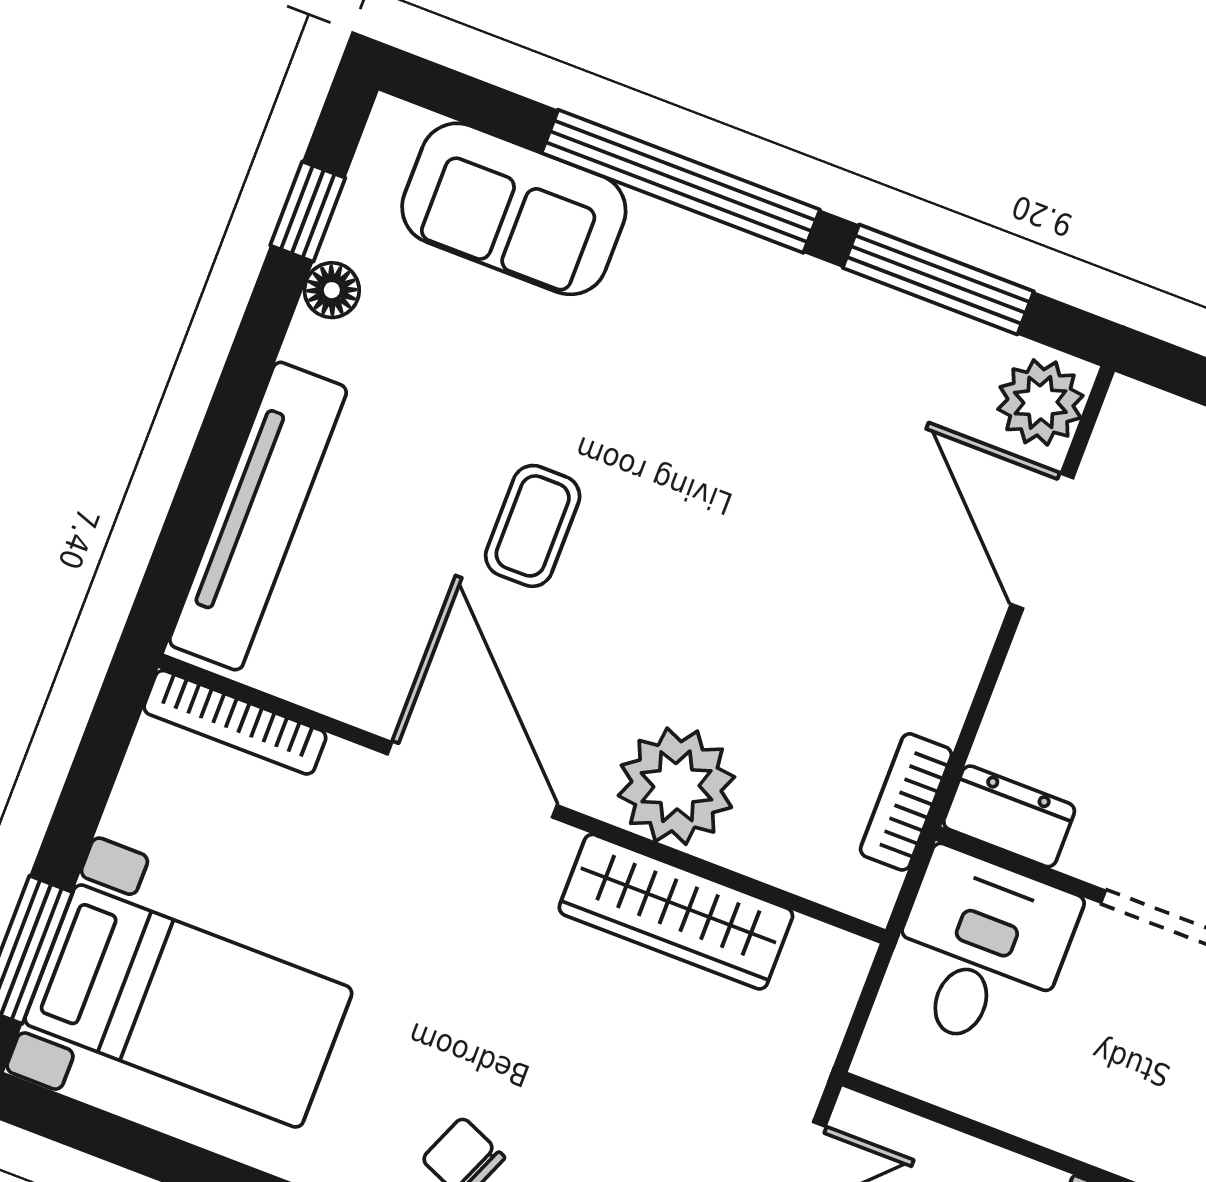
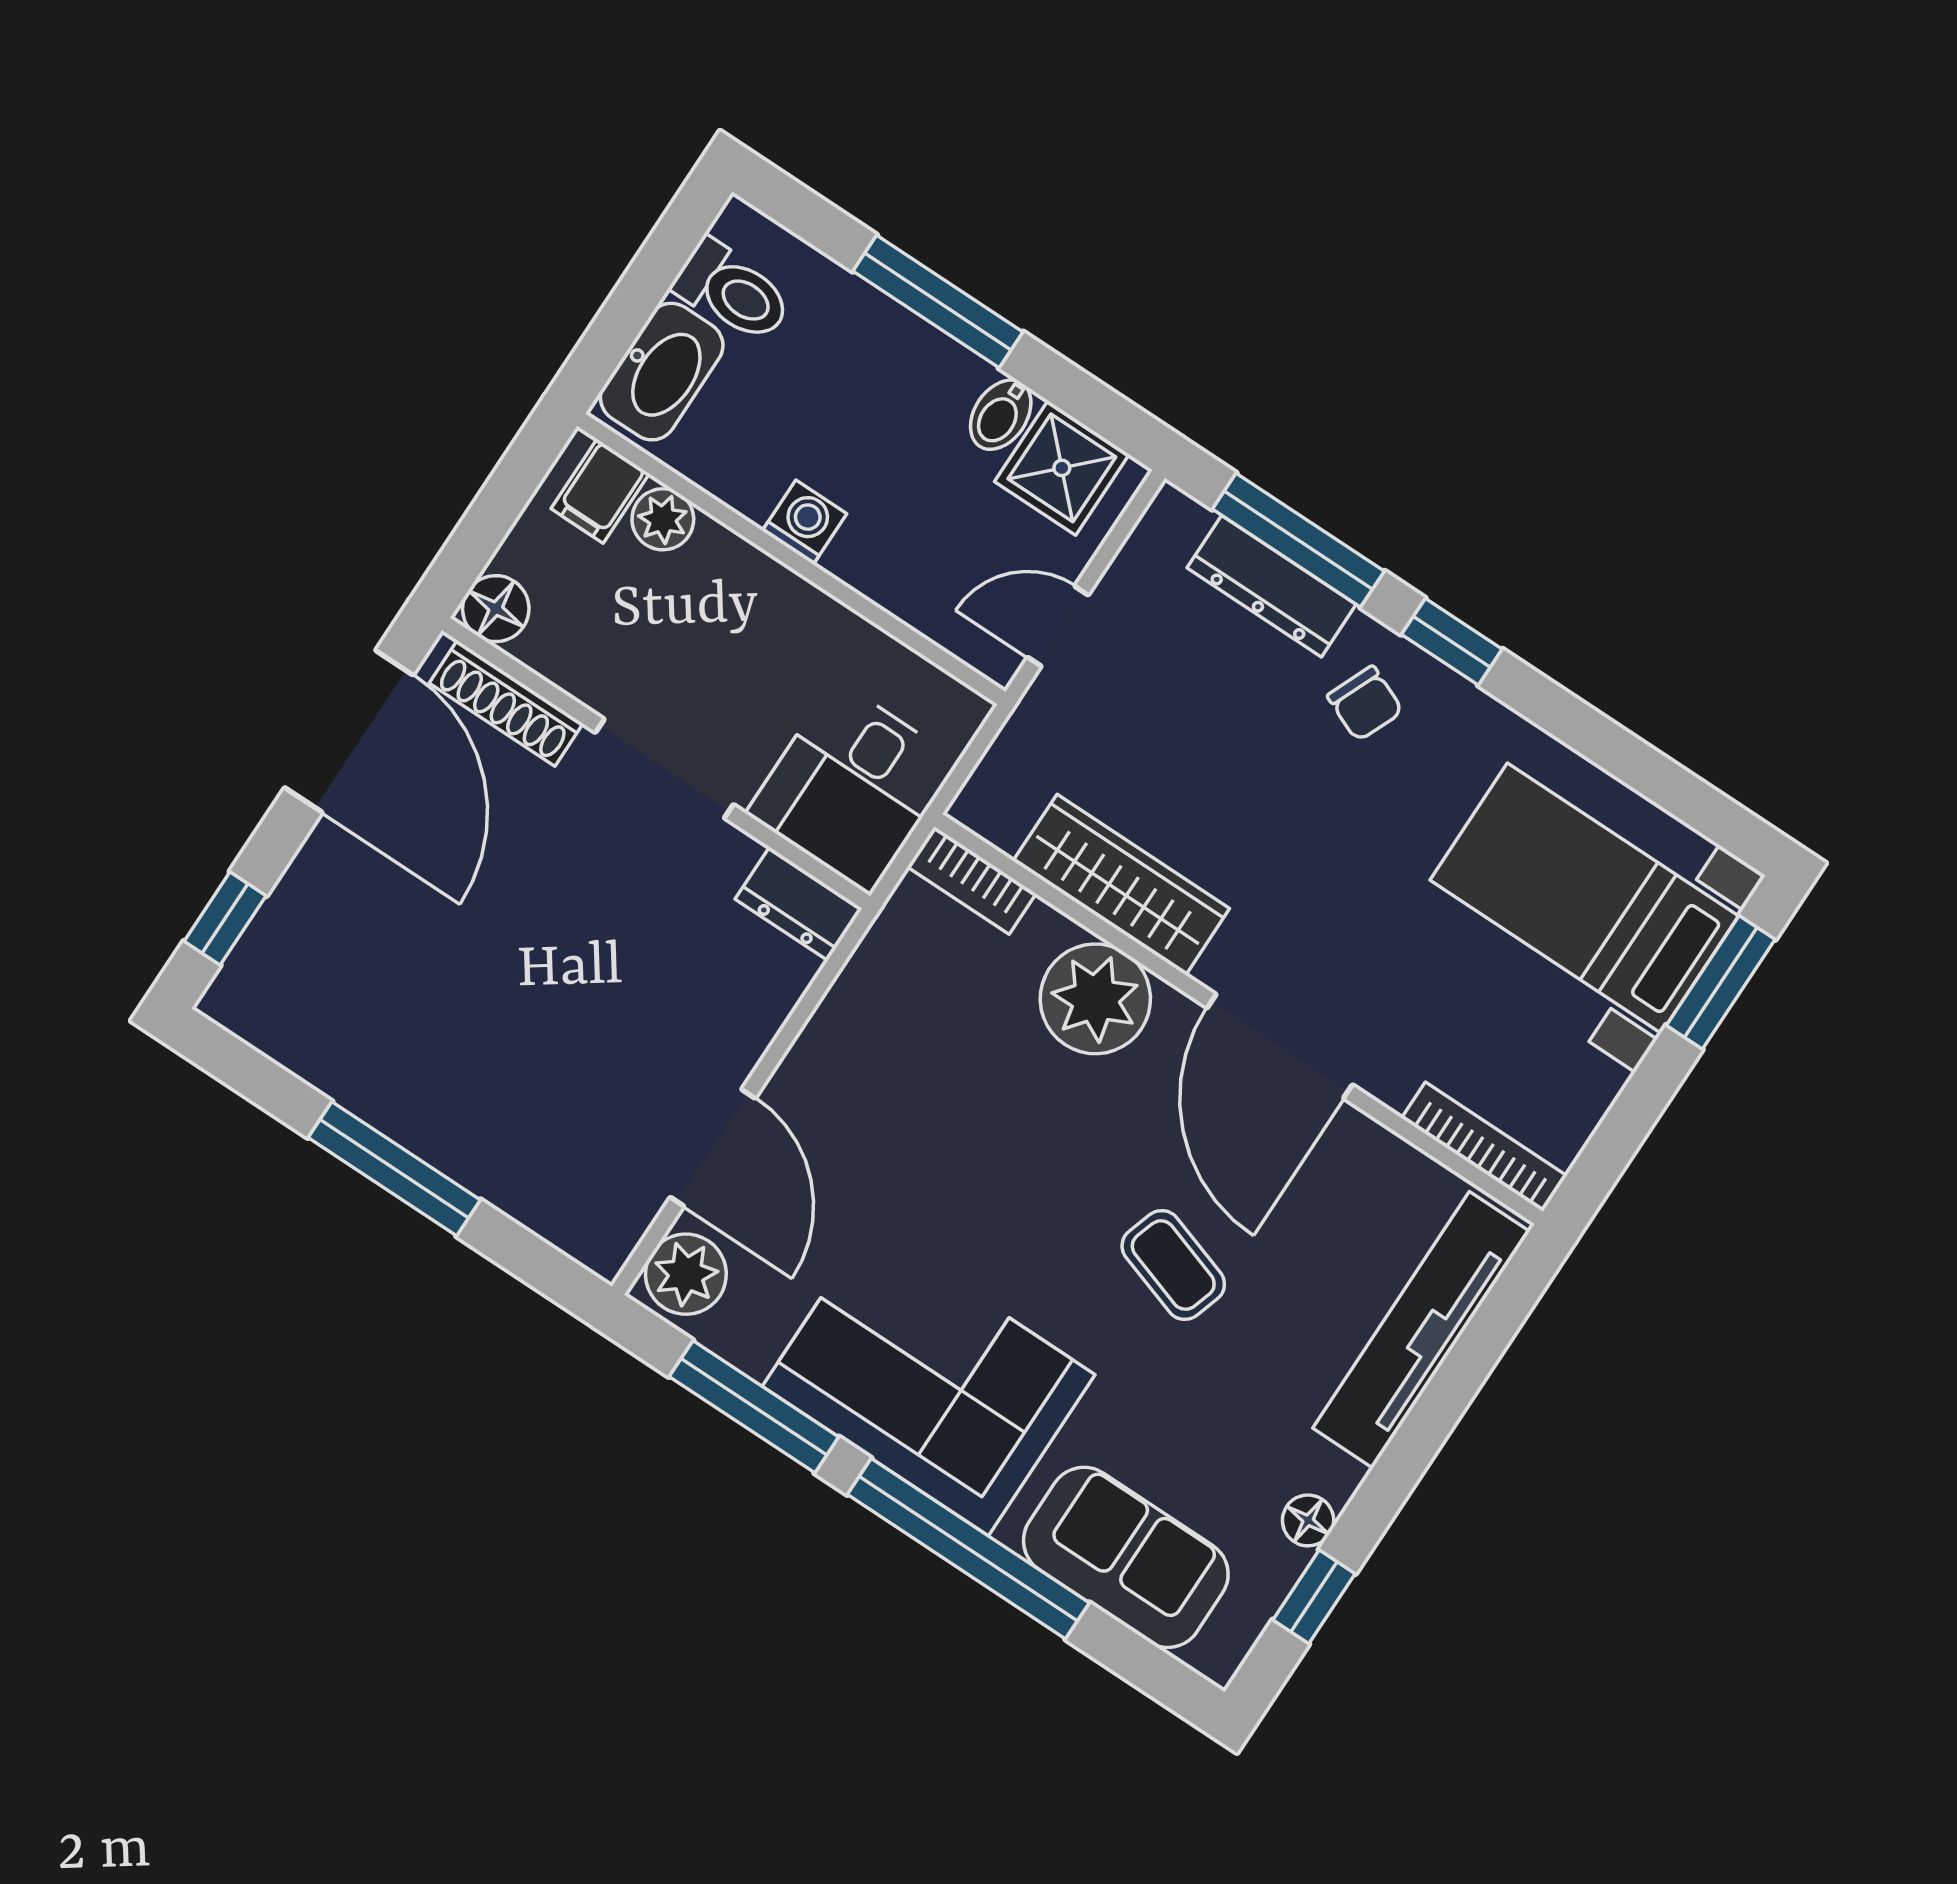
corner sofa: (762, 348) -> (929, 1380), added
coffee table: (533, 526) -> (1173, 1265), turned -72
bookcase: (906, 802) -> (972, 880), moved, turned 90

